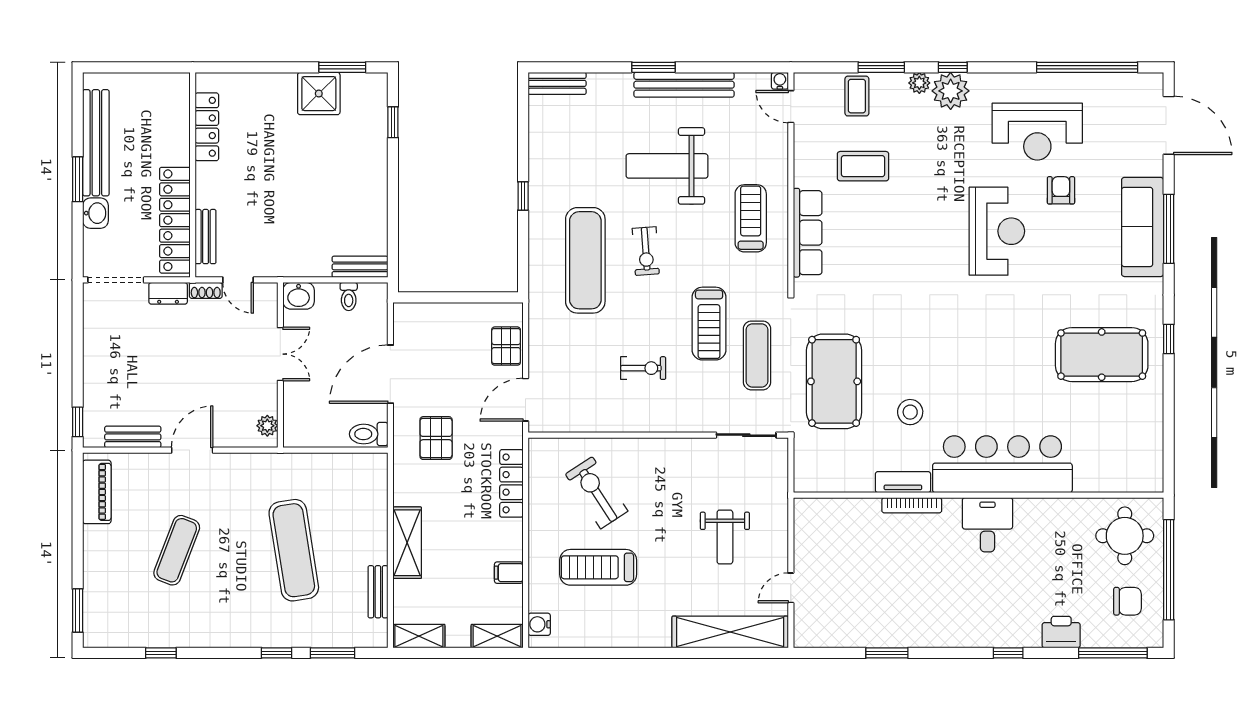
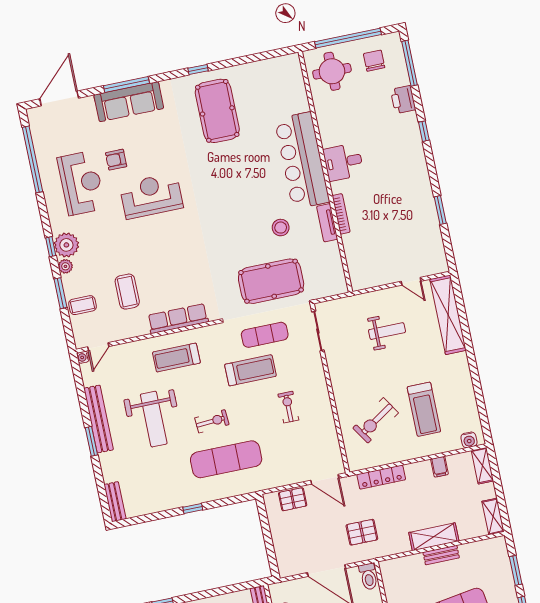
bench: (378, 592) -> (441, 555), moved

